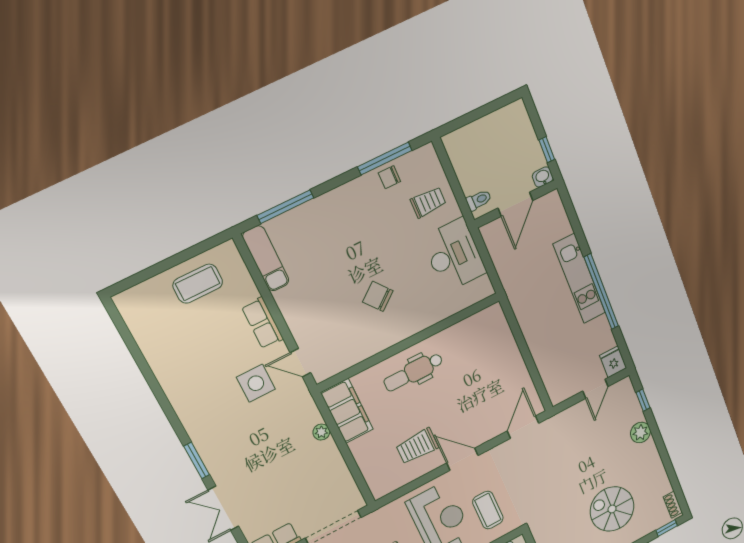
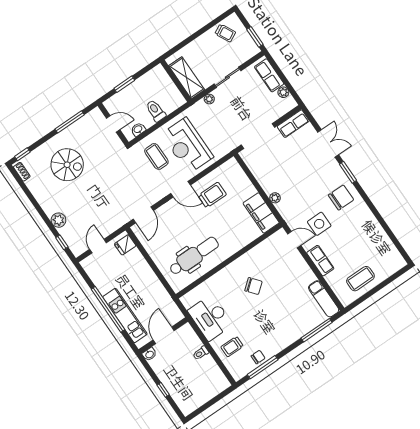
washbasin: (543, 177) -> (149, 354), moved
door: (515, 204) -> (164, 335), moved
wall: (516, 204) -> (163, 335), moved
fridge: (613, 362) -> (125, 245), moved, turned 90
dental chair: (413, 372) -> (194, 256), moved, width x1.36, depth x1.38
chair: (214, 422) -> (341, 197), added

